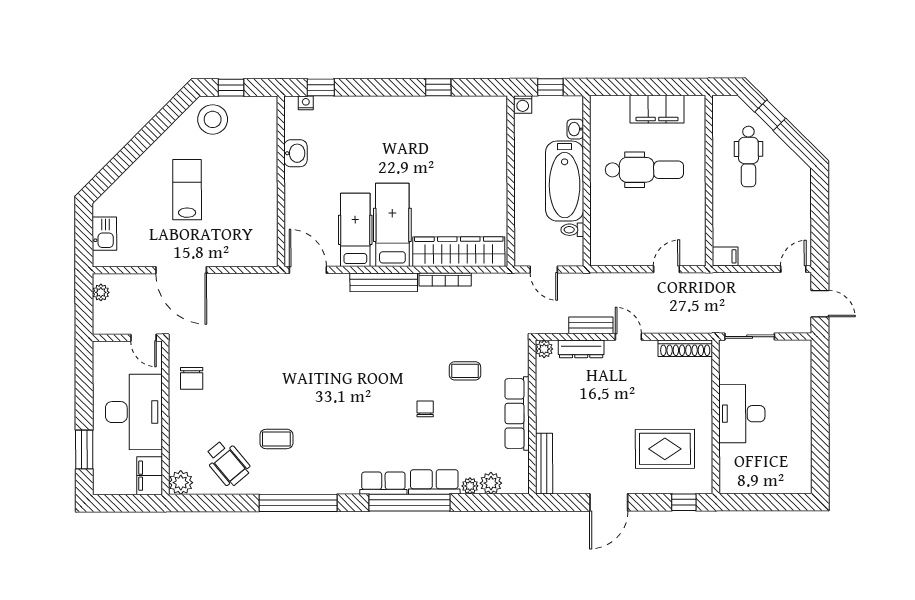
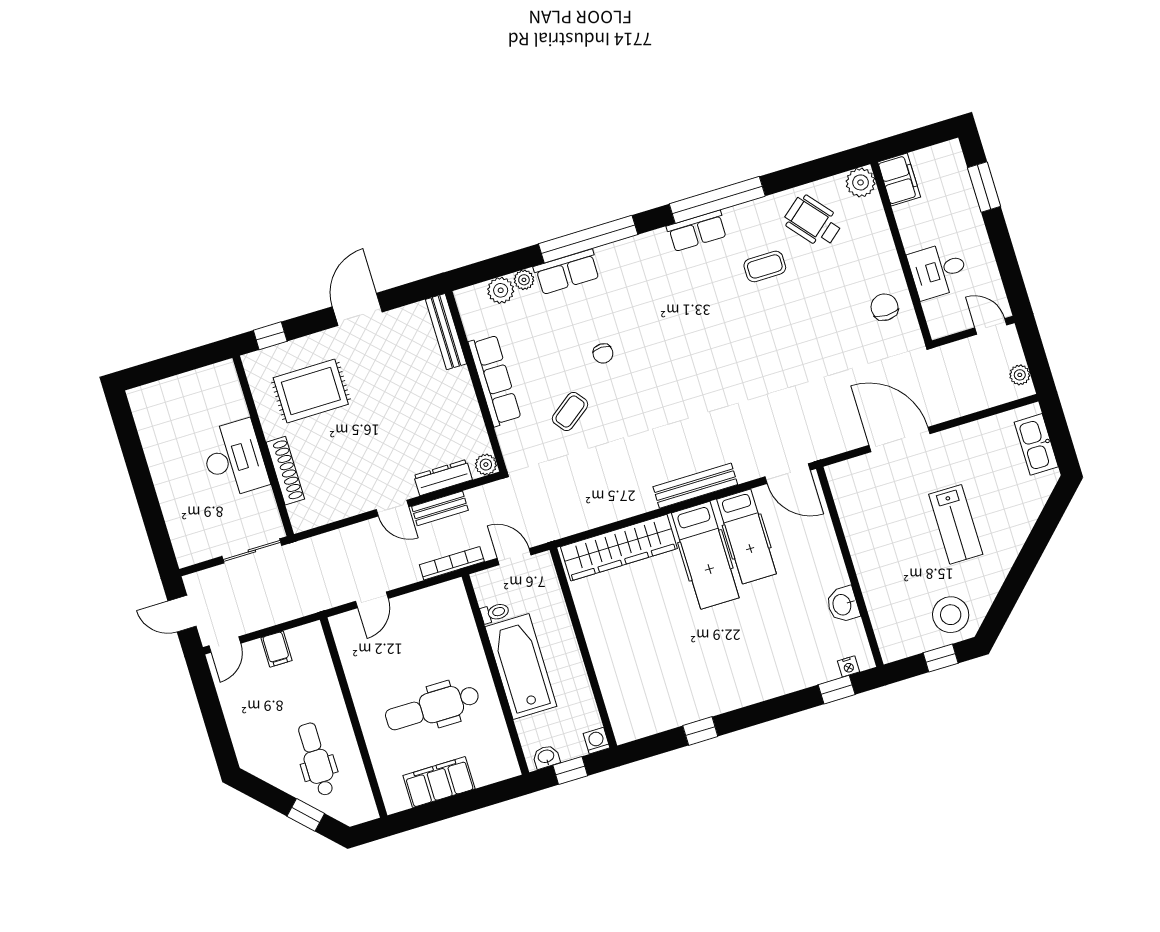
washbasin: (575, 129) -> (546, 757), moved, turned -90
kitchen sink: (104, 234) -> (1036, 444), width x1.38
filing cabinet: (725, 256) -> (276, 649), moved, turned -90
door: (181, 270) -> (900, 440), moved
bookcase: (445, 279) -> (452, 563), moved
door: (143, 338) -> (991, 326), moved
shoe rack: (685, 348) -> (285, 471), moved, turned 90
coffee table: (465, 371) -> (570, 411), turned -37
desk: (134, 412) -> (938, 271), width x0.53, depth x0.77
row of seats: (383, 483) -> (697, 231), moved

